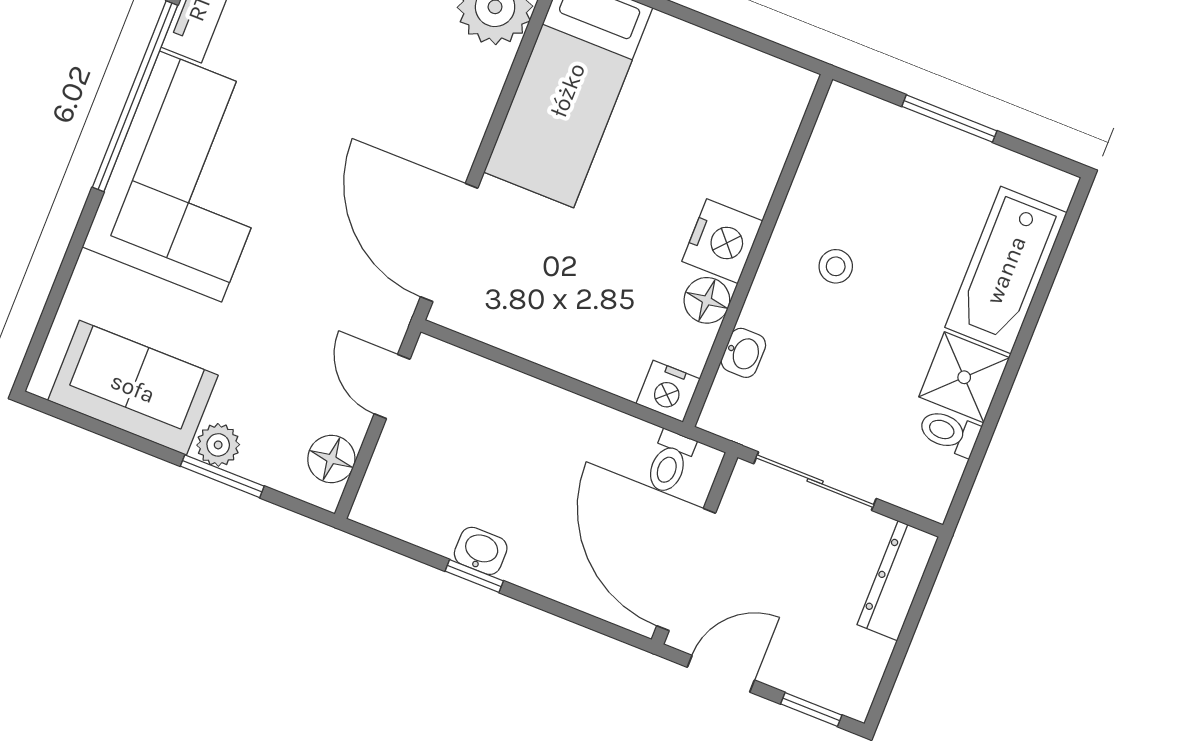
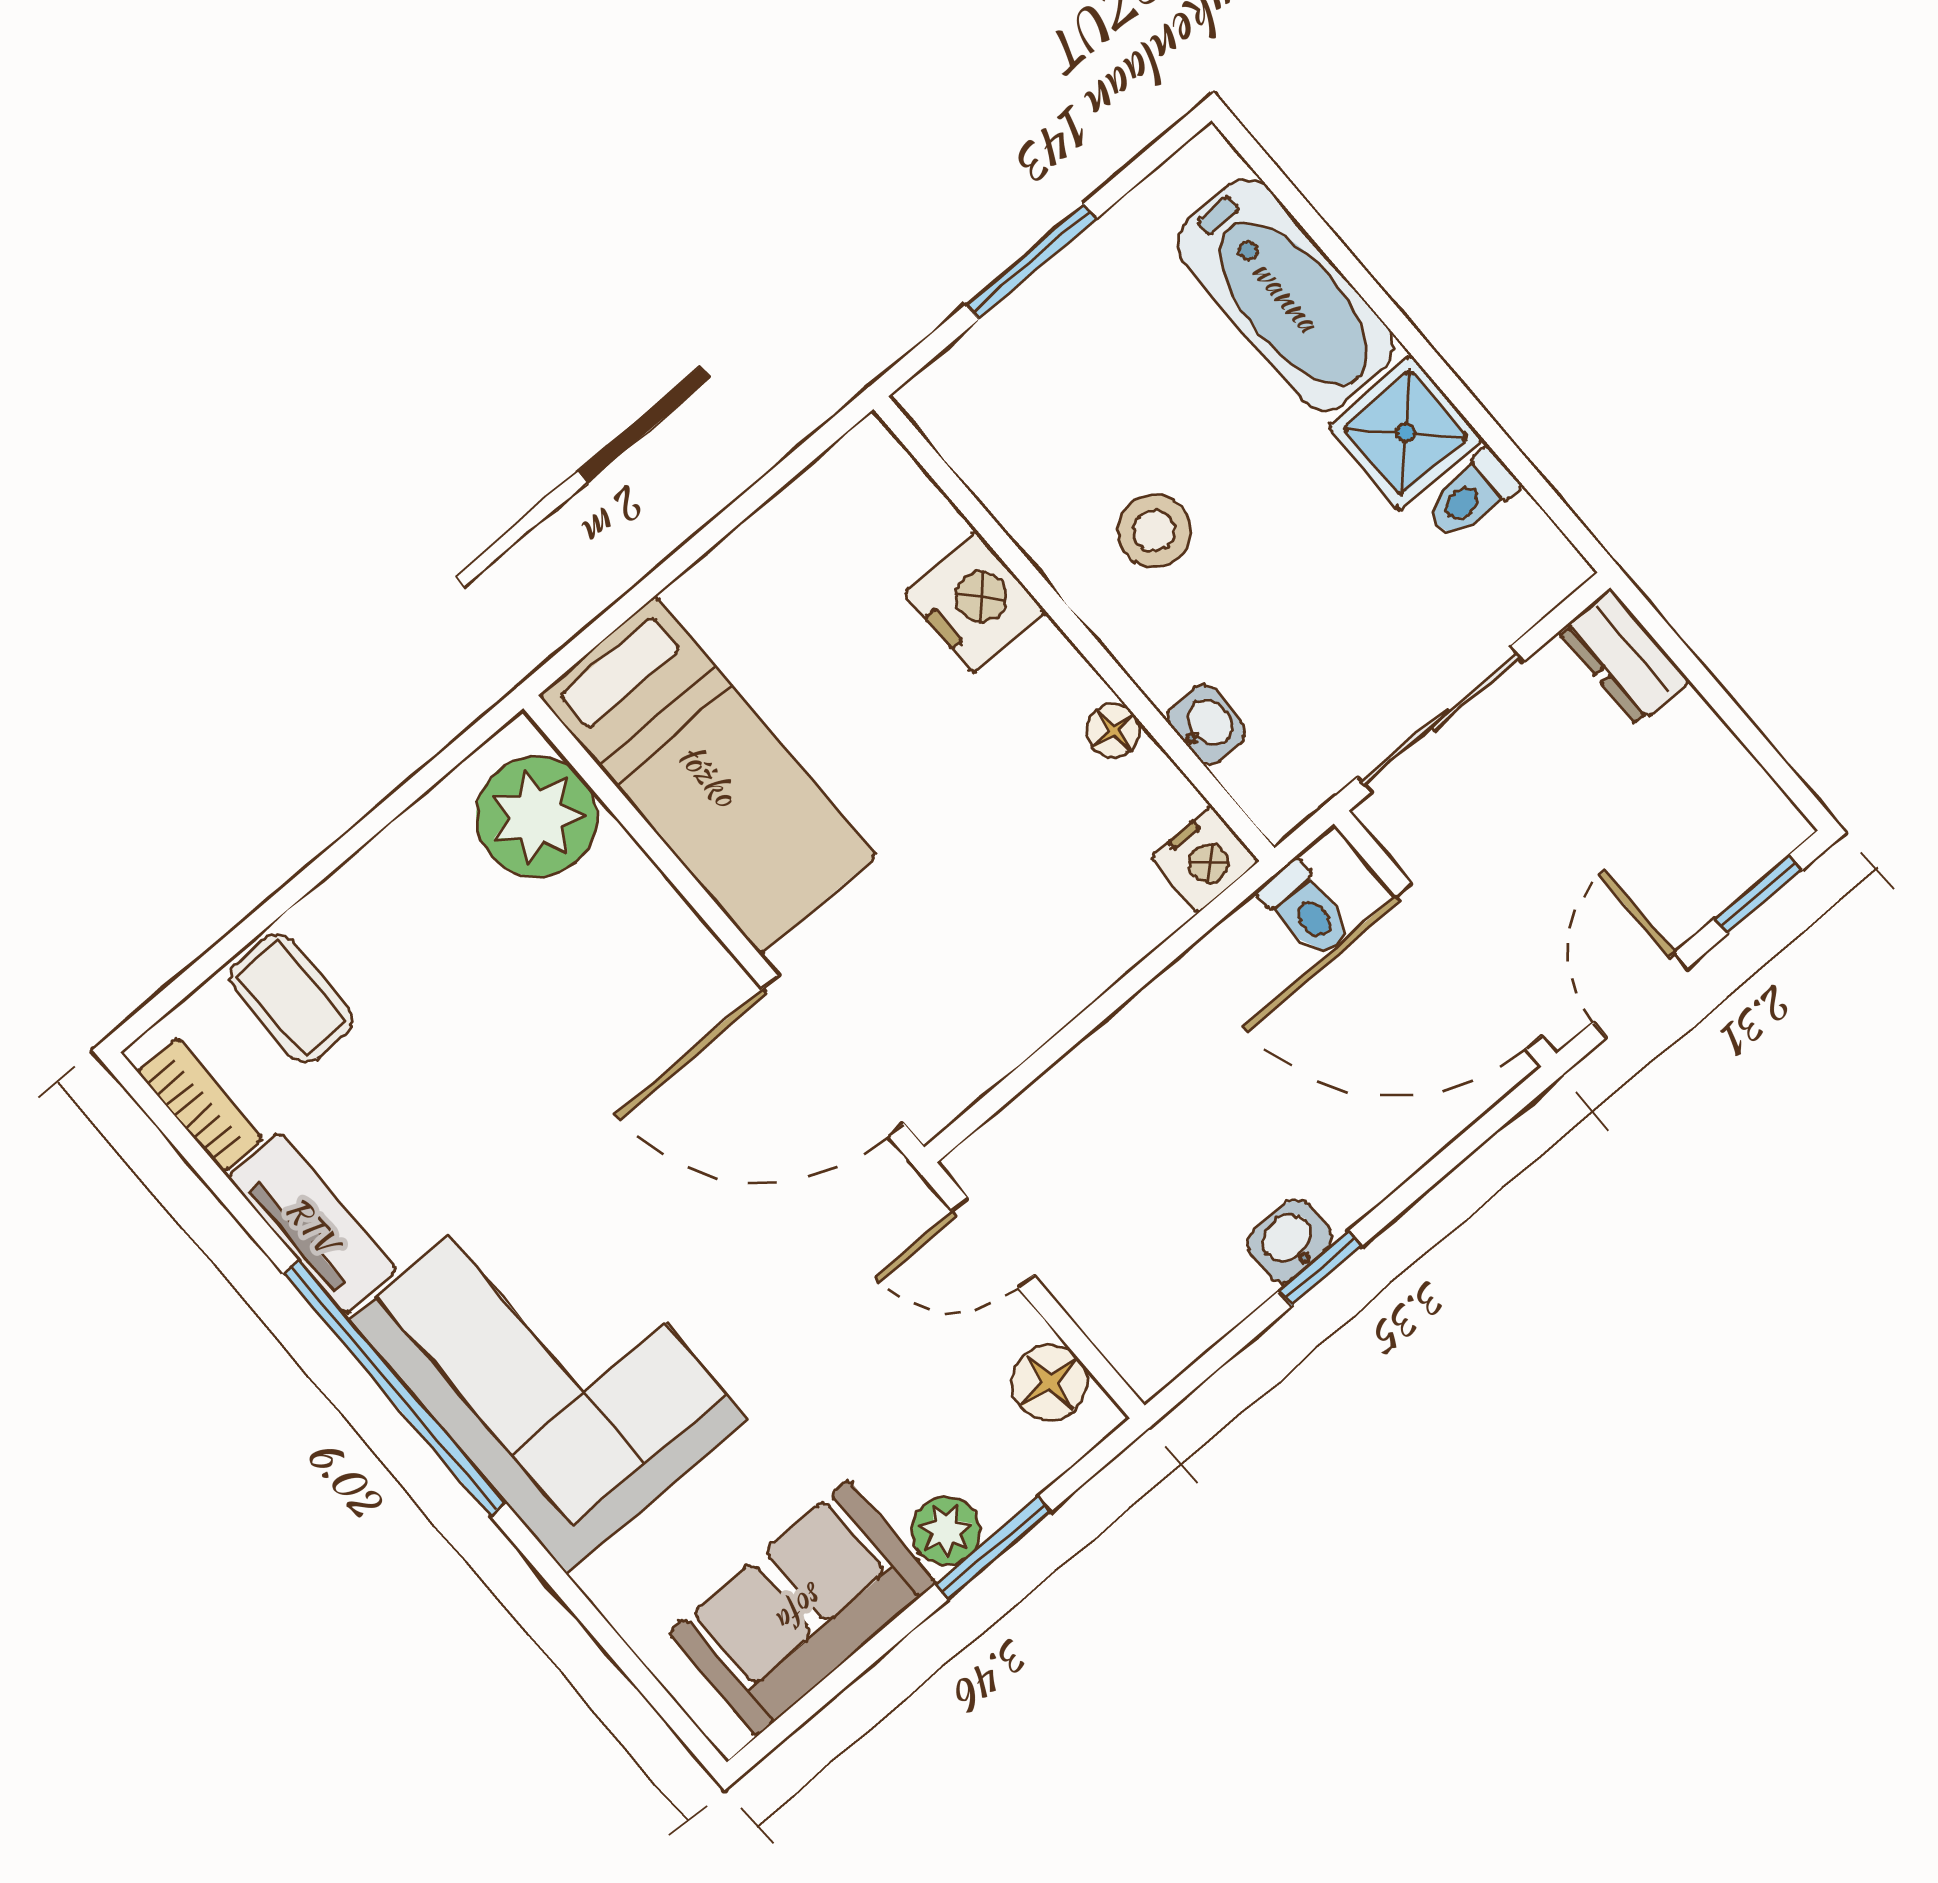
nightstand: (722, 241) -> (975, 602), moved
stool: (836, 266) -> (1154, 531), width x1.37, depth x1.37
floor lamp: (707, 300) -> (1114, 731), width x0.73, depth x0.73
dresser: (898, 581) -> (1624, 657), width x0.70

